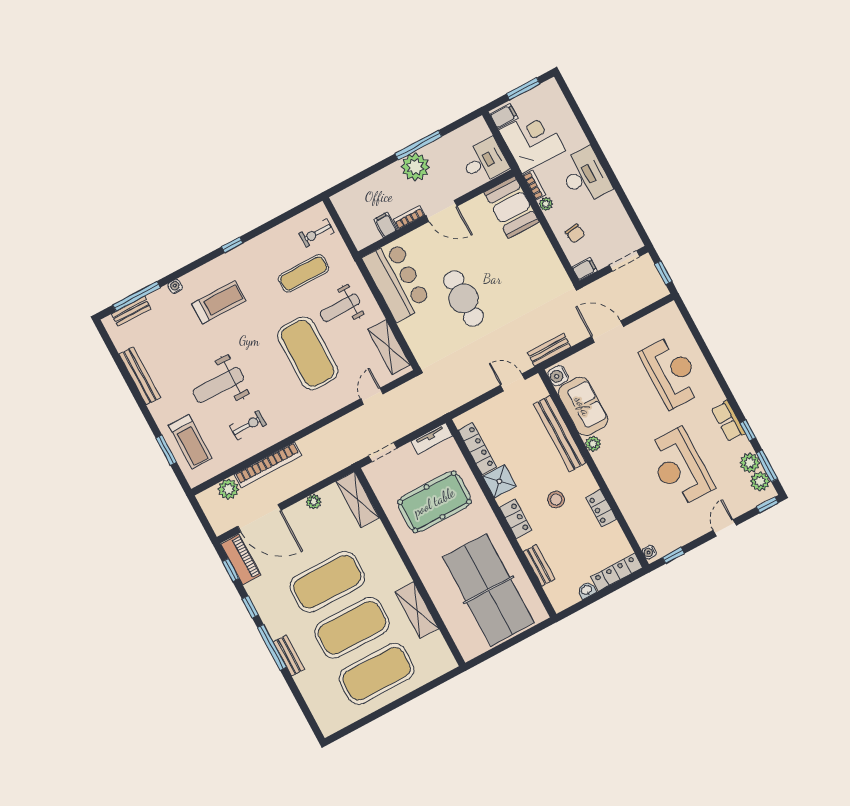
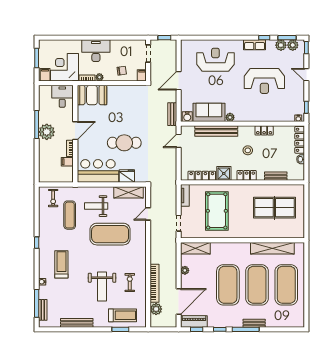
weight bench: (340, 308) -> (96, 206), turned 90
fridge: (413, 331) -> (127, 176), added
door: (372, 396) -> (148, 214), hinge flipped
table tennis table: (488, 590) -> (274, 208), width x0.73, depth x0.76
shelving: (417, 610) -> (272, 248), width x1.47

